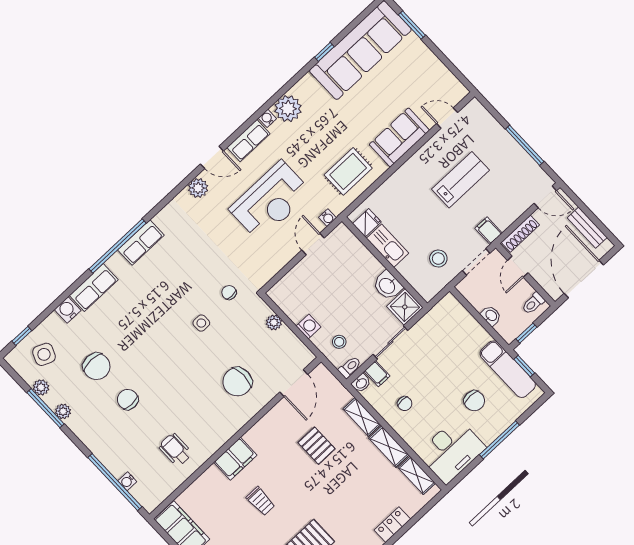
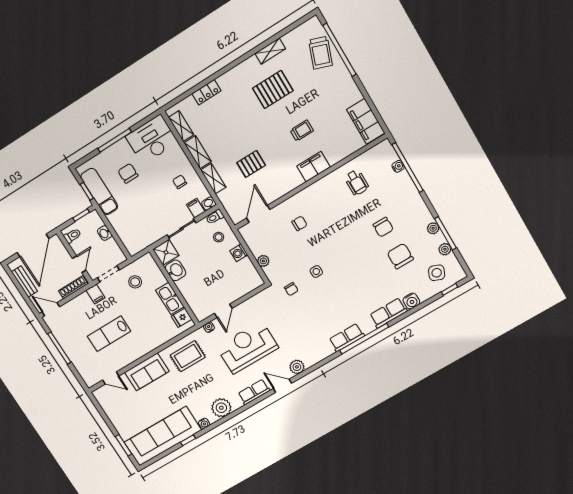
water cooler: (267, 118) -> (204, 423), moved
chair: (237, 382) -> (299, 223), width x0.54, depth x0.54
pallet: (316, 446) -> (251, 164), turned 90
trolley: (261, 501) -> (302, 131), turned 90

